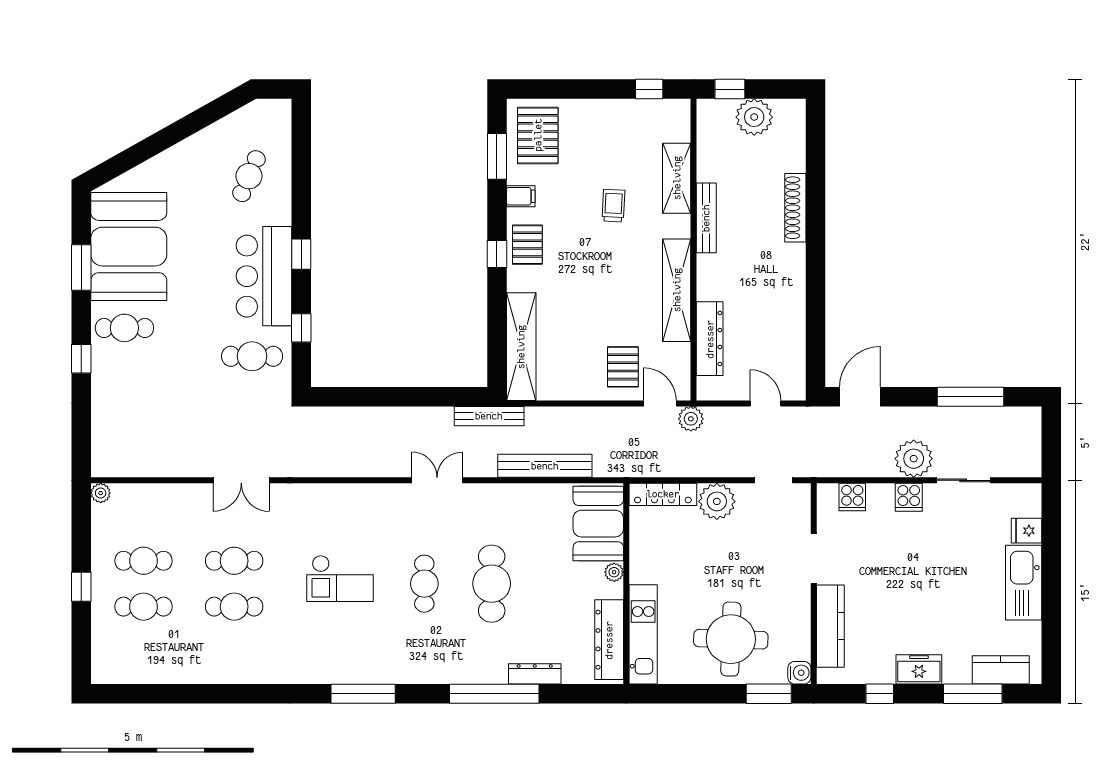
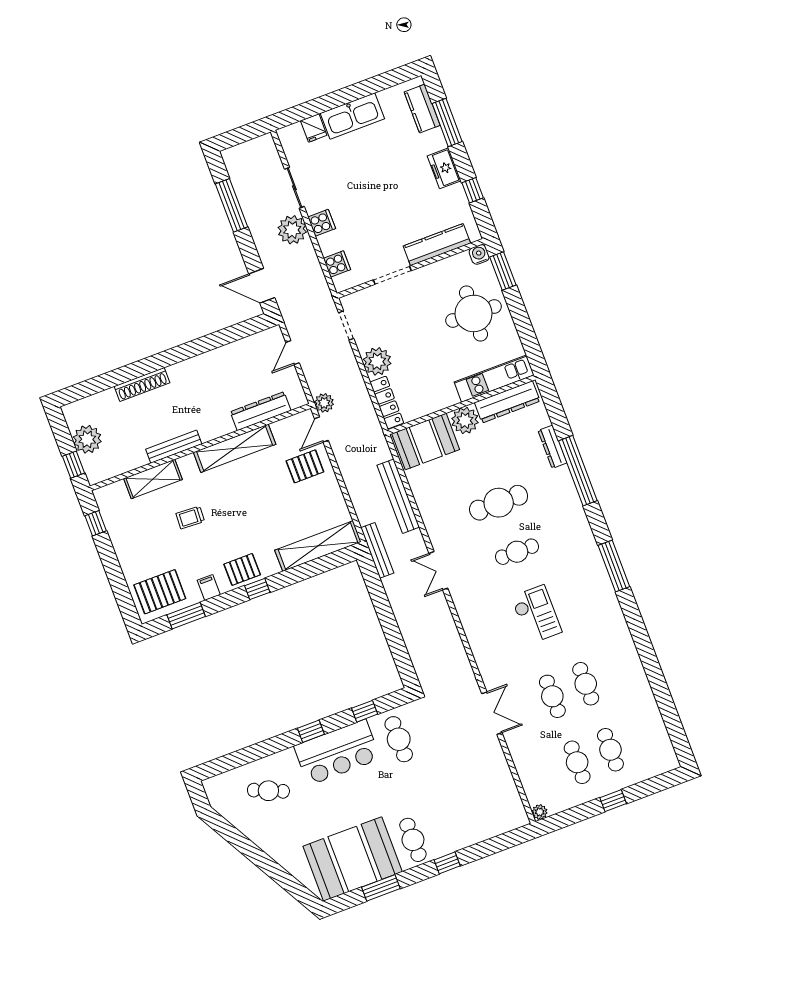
plant: (614, 572) -> (465, 420), width x1.87, depth x1.87

